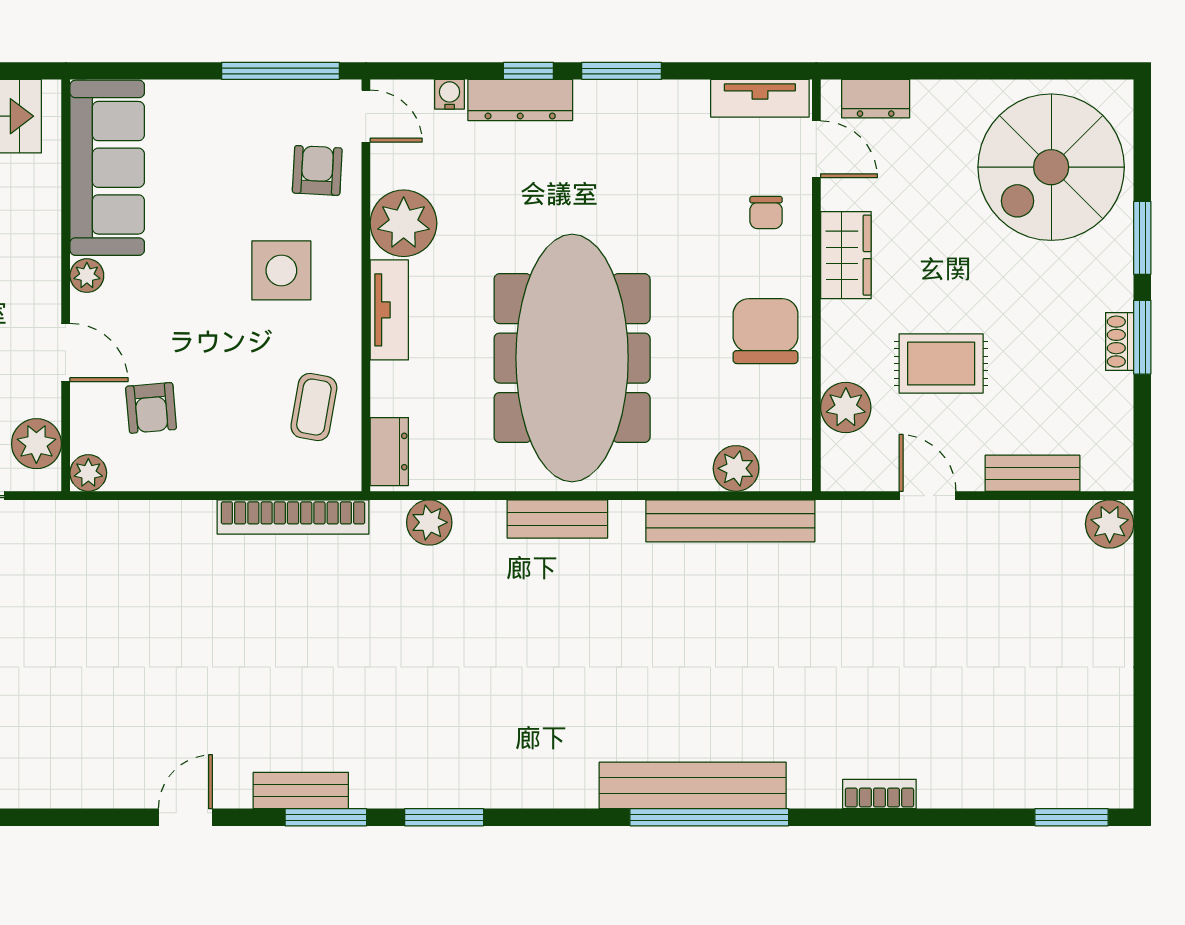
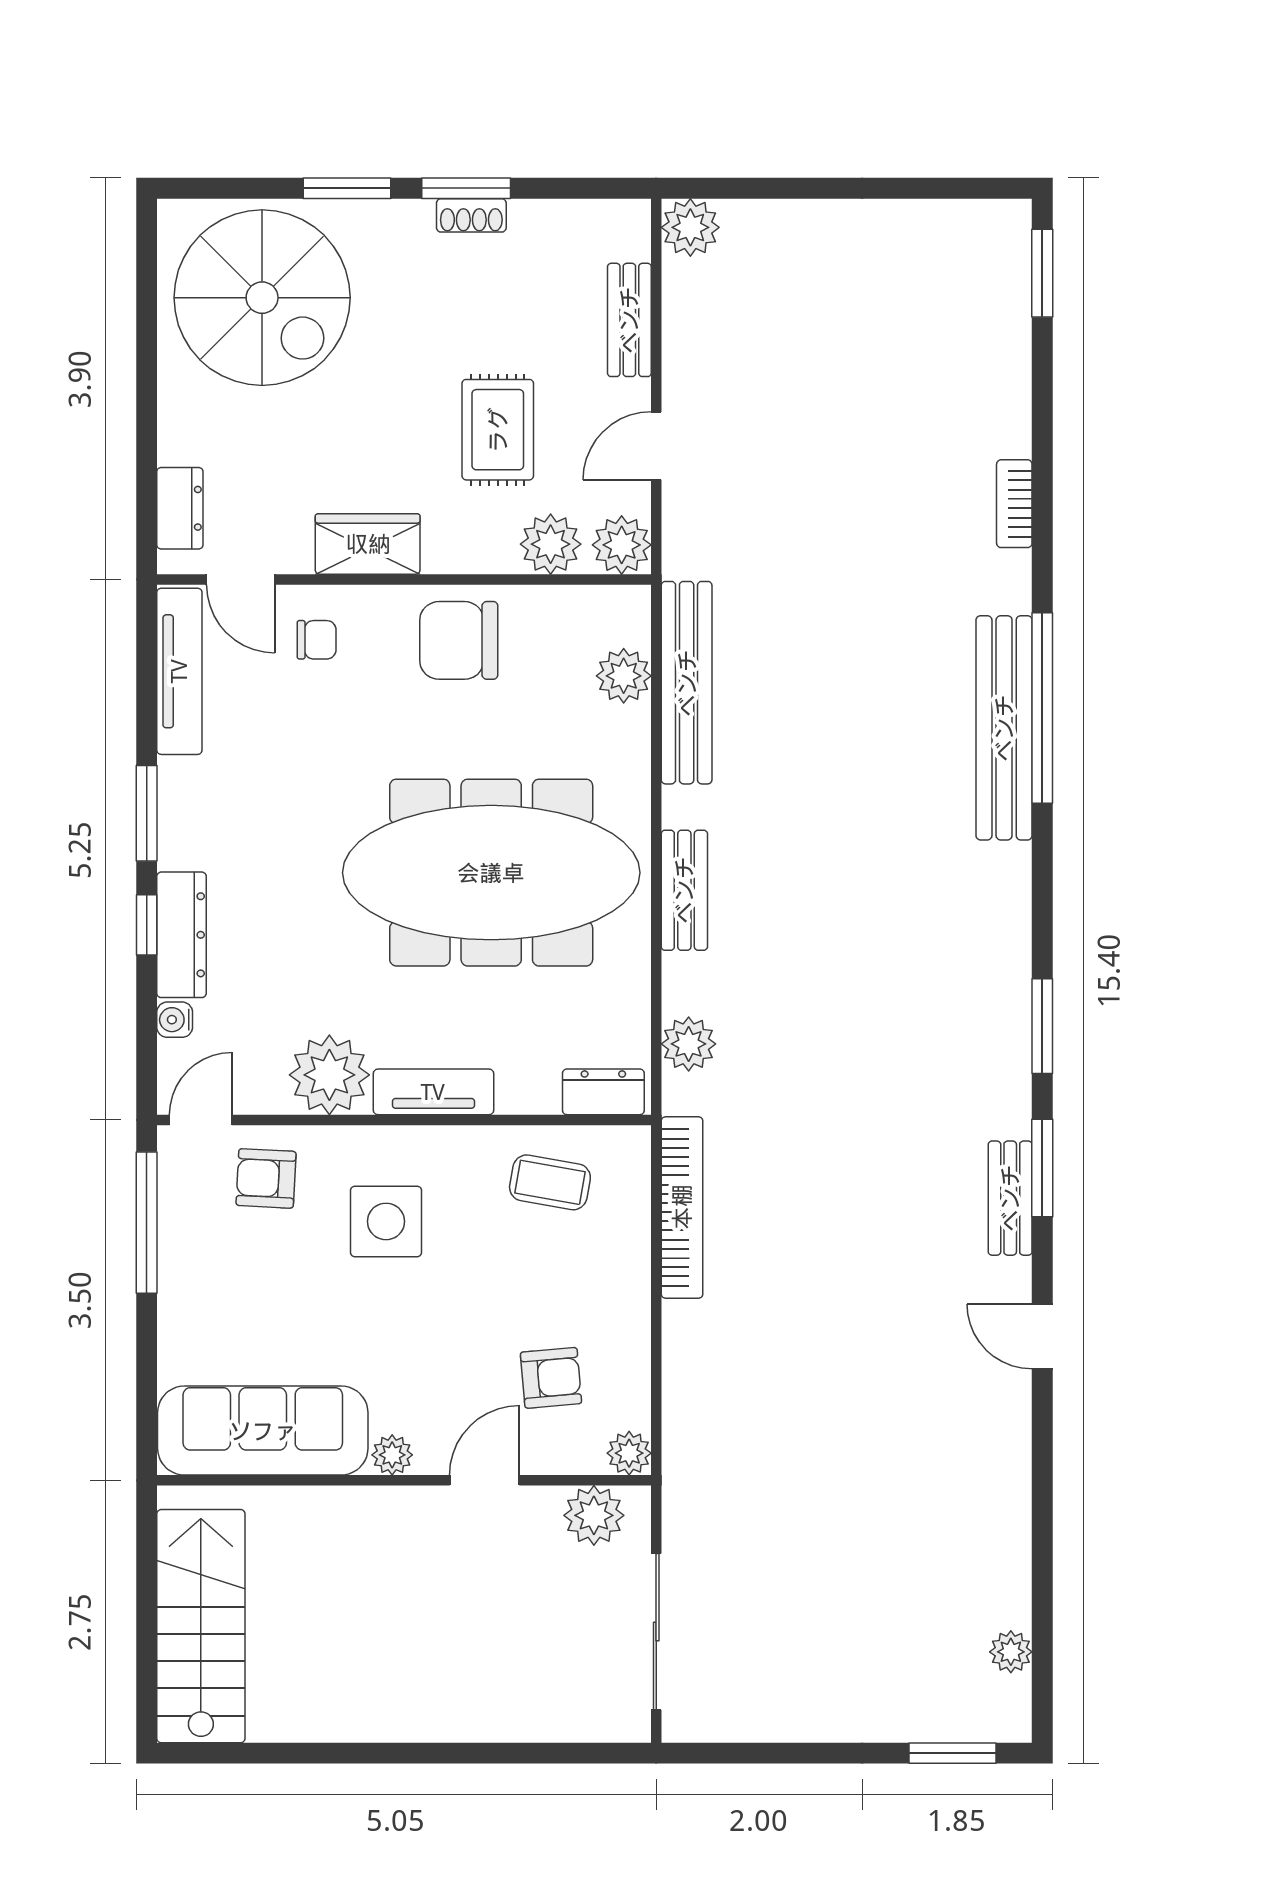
tv unit: (760, 98) -> (179, 671), width x1.41
door: (816, 149) -> (241, 579), swing flipped
plant: (845, 467) -> (622, 545), added

